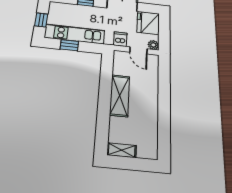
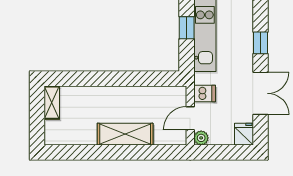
fridge: (148, 23) -> (244, 134), width x0.53, depth x0.75
shelving: (120, 96) -> (125, 134), moved

